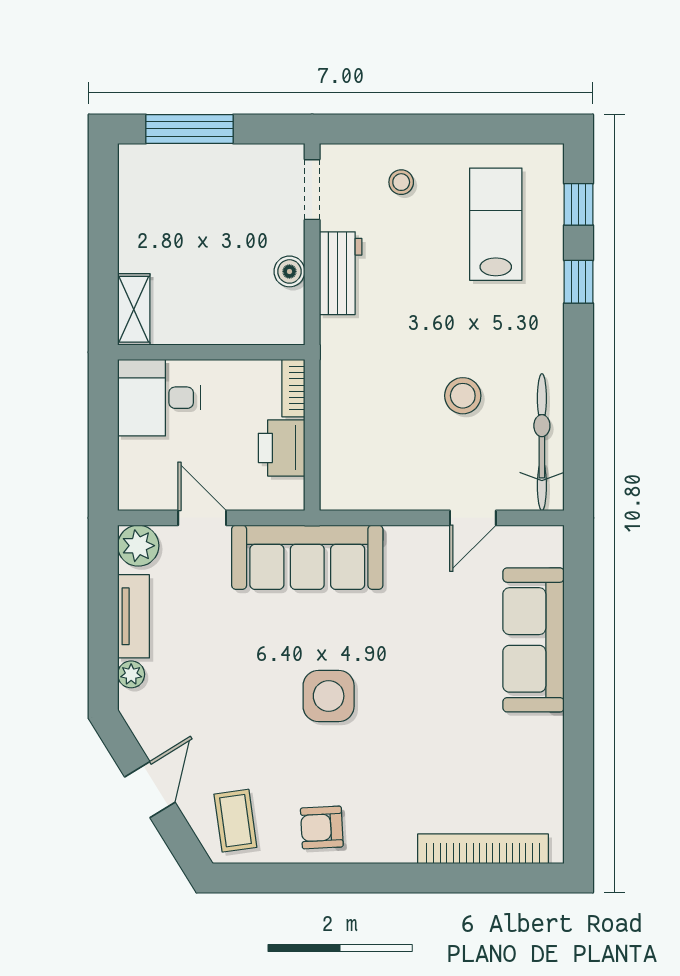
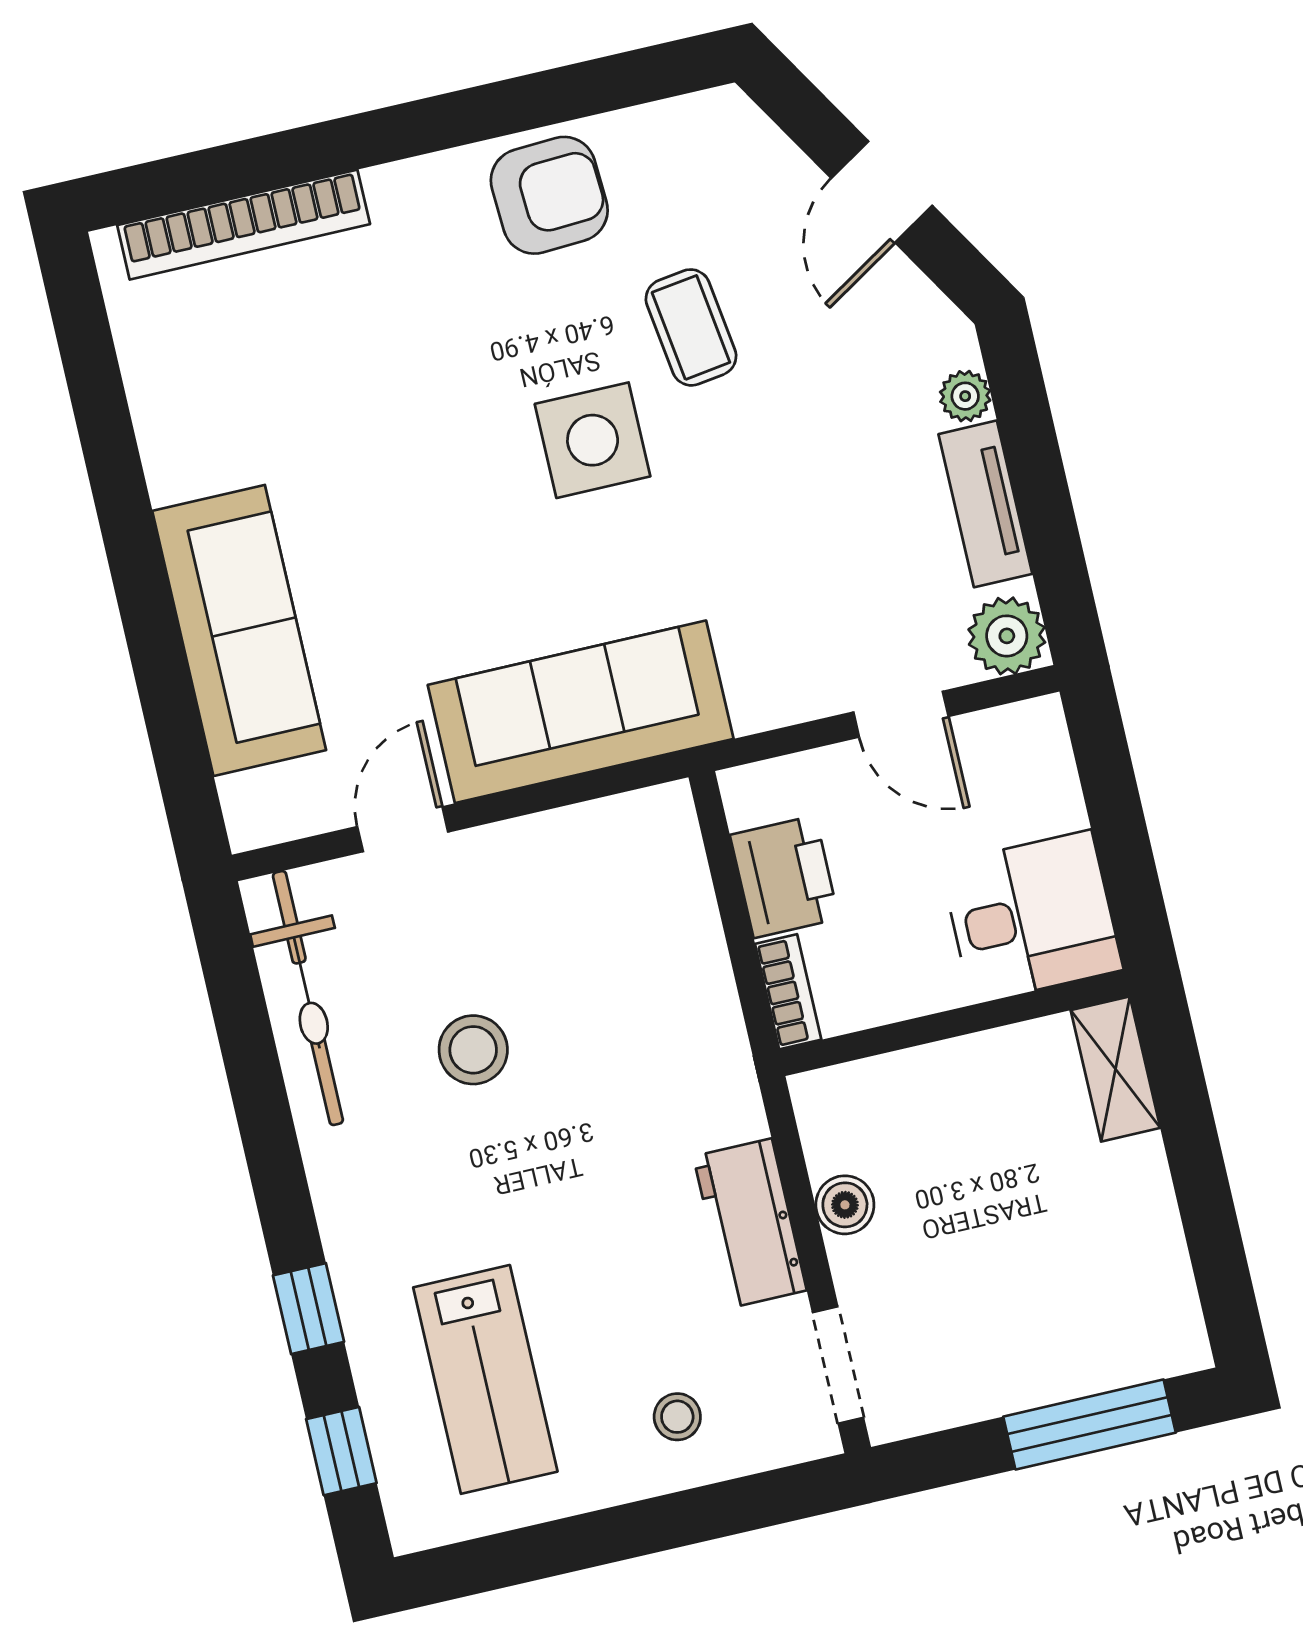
sofa: (307, 557) -> (581, 712), moved
coffee table: (235, 821) -> (691, 327), moved
armchair: (322, 827) -> (549, 195), width x1.38, depth x1.38

